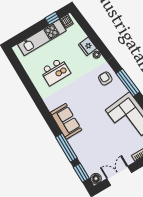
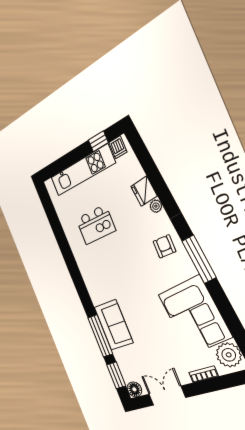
sofa: (66, 121) -> (114, 325), moved

